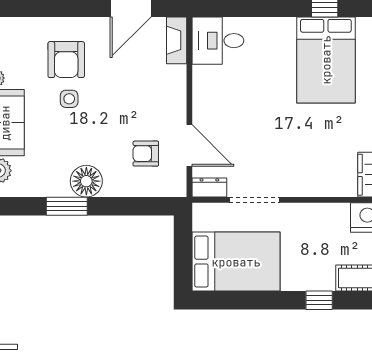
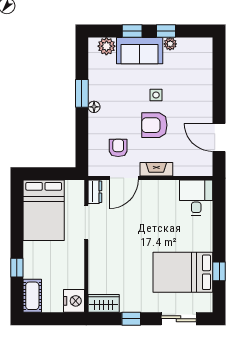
fireplace: (177, 40) -> (156, 169), moved
armchair: (66, 60) -> (154, 125), moved
floor lamp: (86, 181) -> (94, 107), width x0.53, depth x0.53

